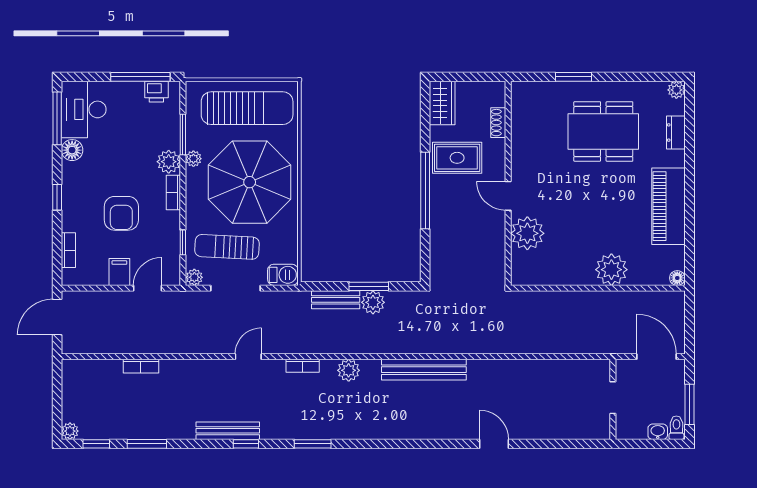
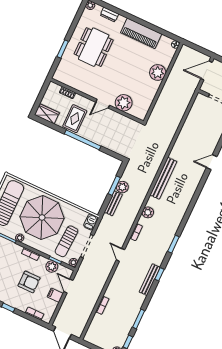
plant: (169, 162) -> (52, 267), moved

